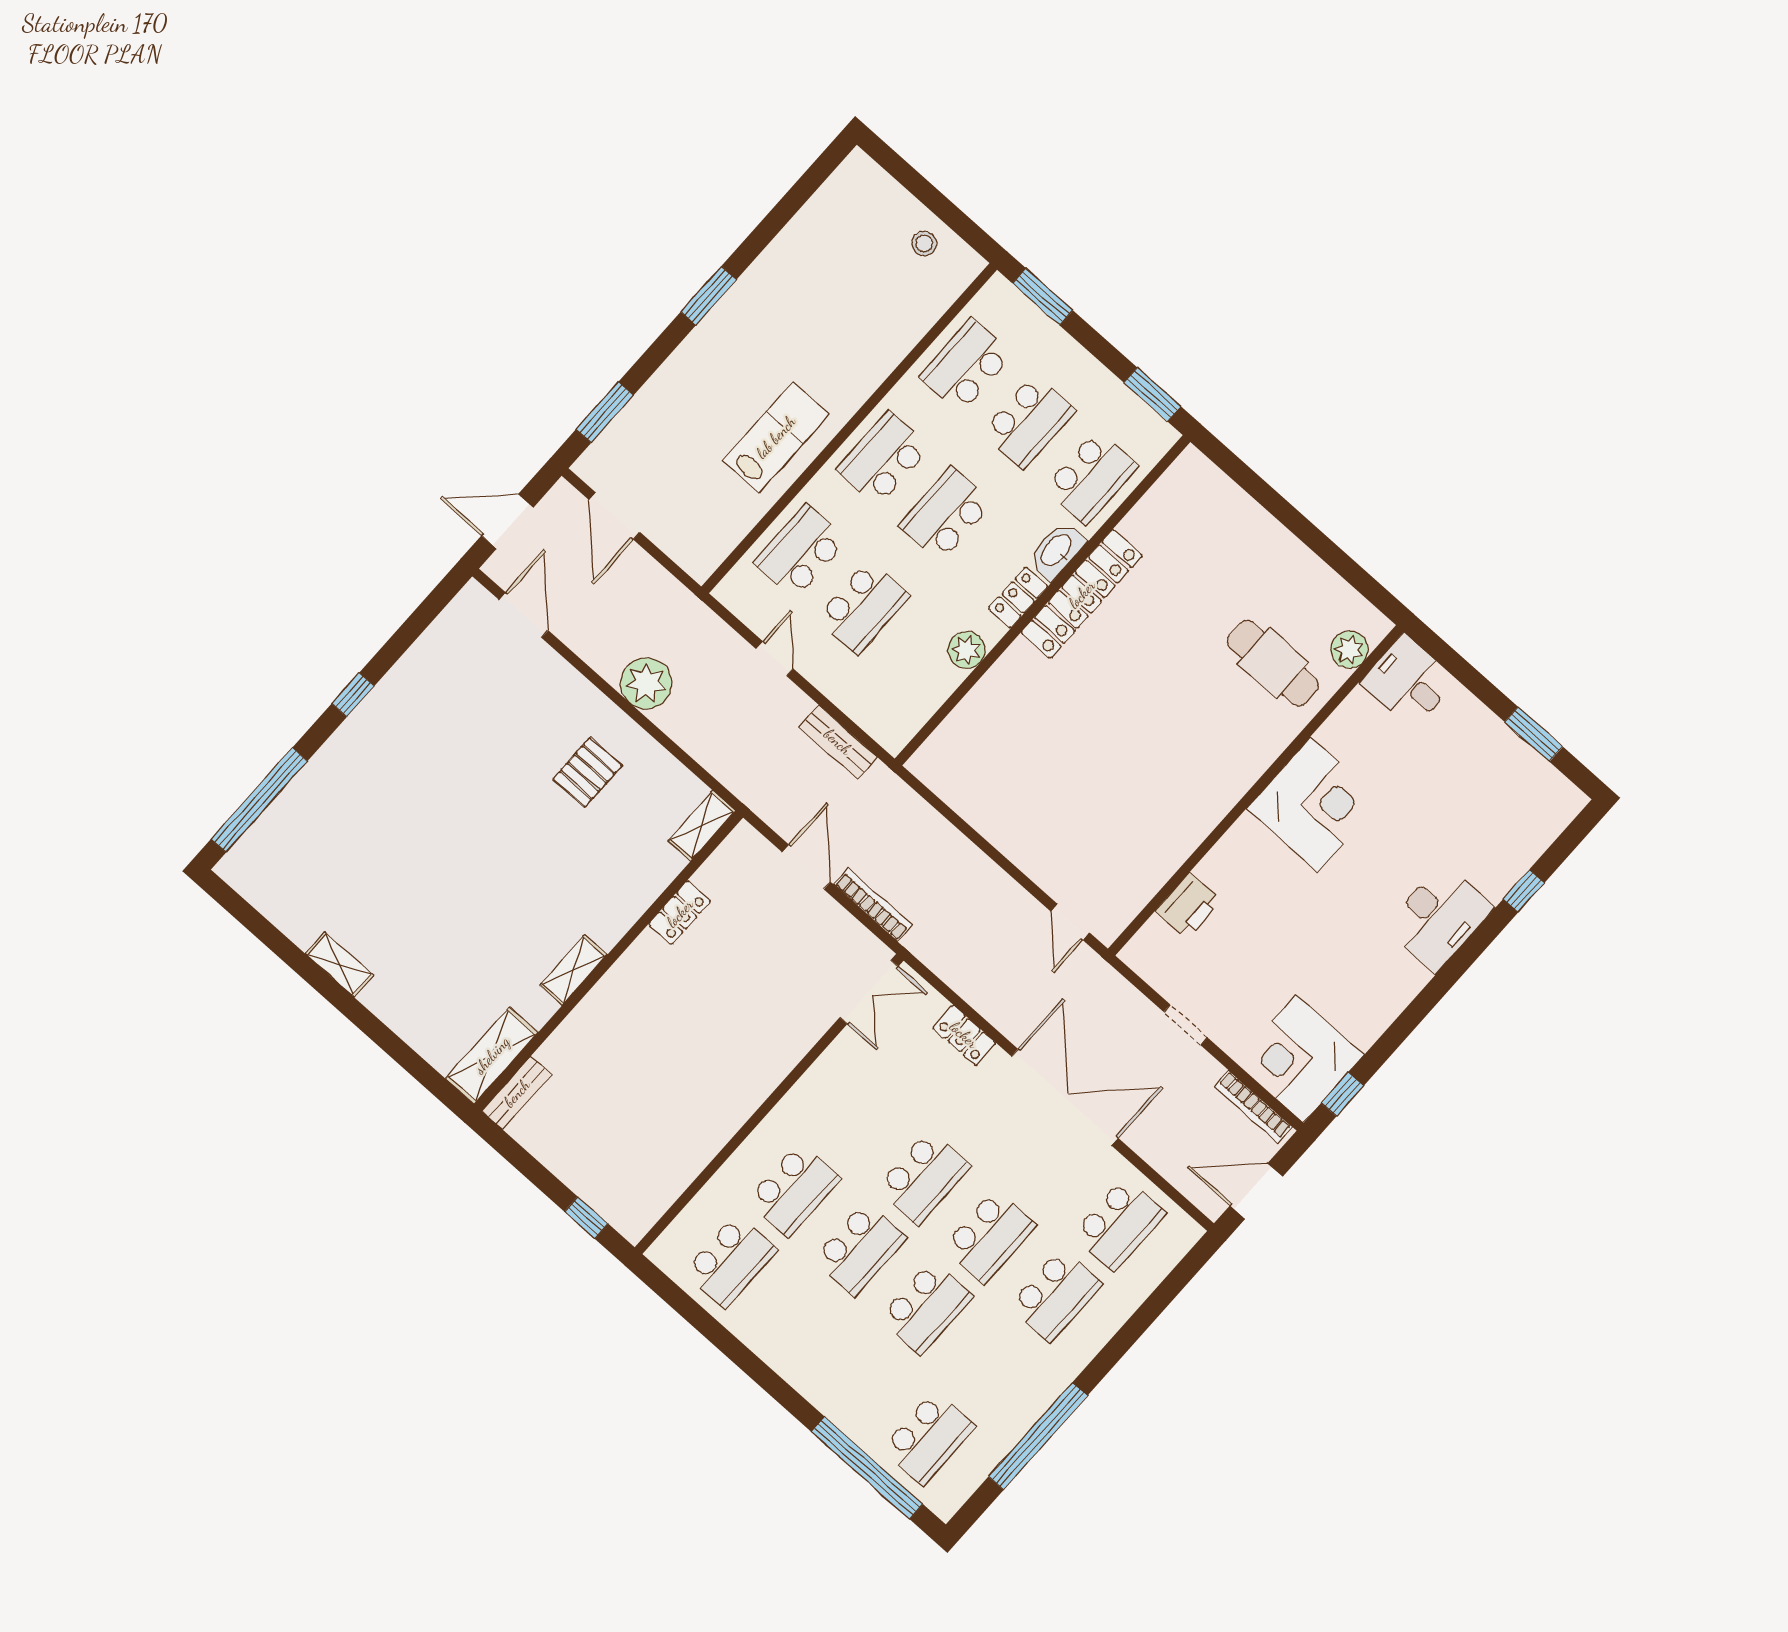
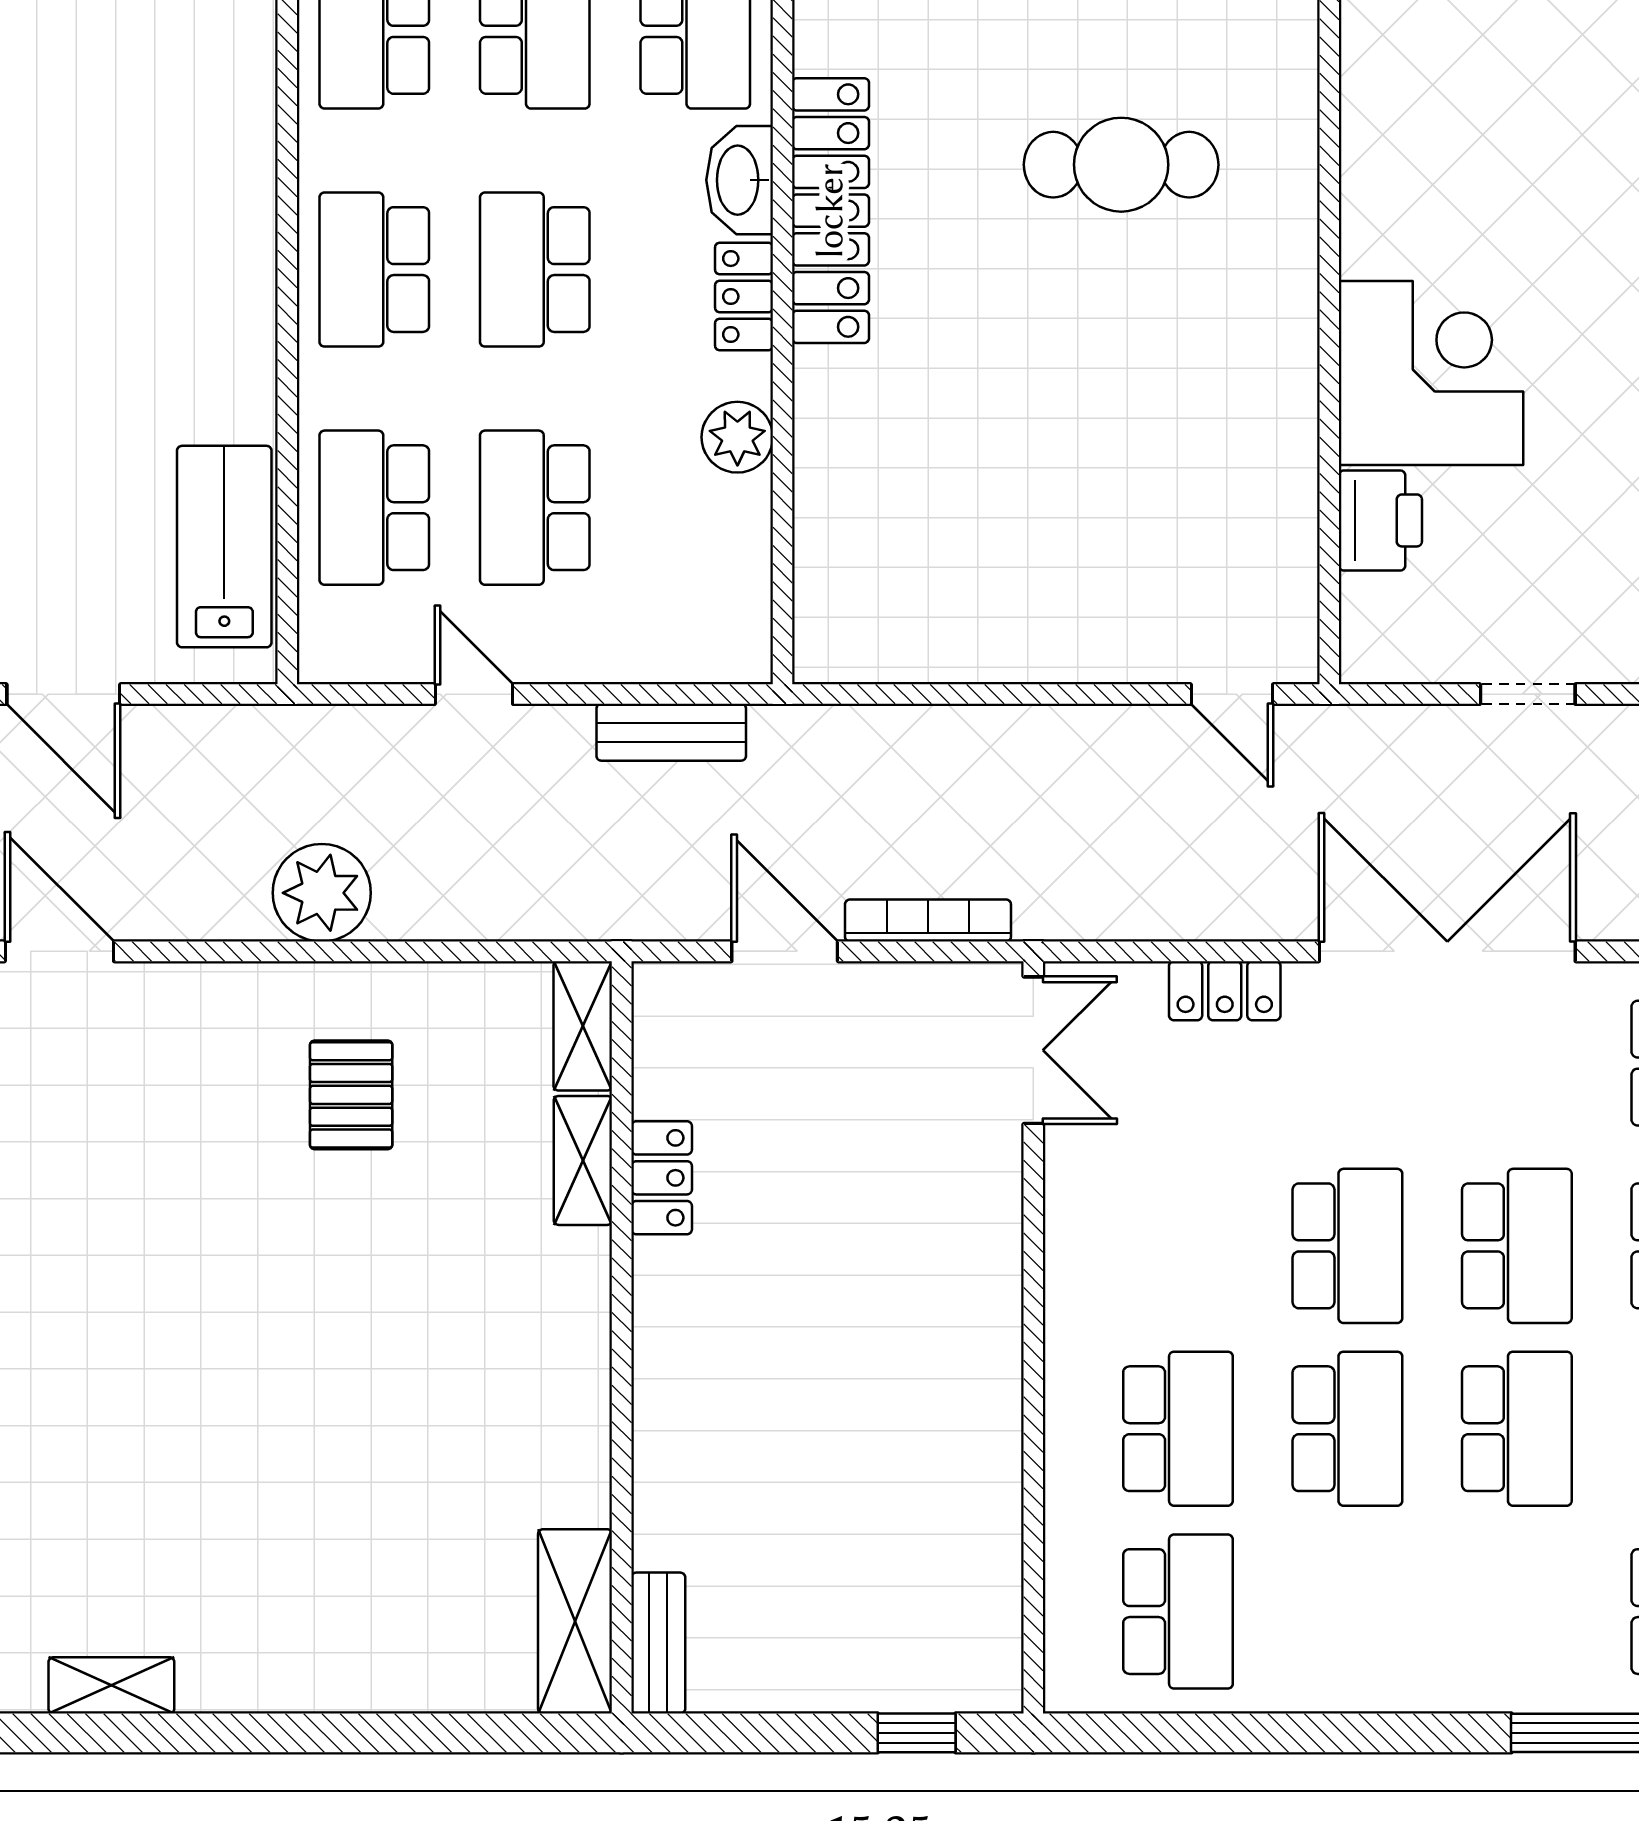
lab bench: (776, 437) -> (224, 547), moved
school desk: (863, 607) -> (535, 508), turned 180
cafe table: (1273, 663) -> (1121, 165), moved
corner desk: (1314, 805) -> (1431, 373), moved
shelving: (339, 964) -> (111, 1685), moved
shelving: (573, 970) -> (583, 1160), moved

